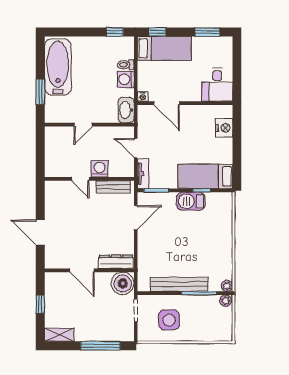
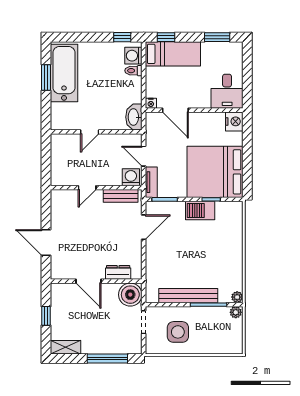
washing machine: (126, 79) -> (133, 56), moved
window: (40, 92) -> (46, 78), moved
nightstand: (224, 128) -> (234, 121), moved
washing machine: (100, 169) -> (131, 177), moved
bed: (205, 176) -> (215, 172), width x2.04
door: (80, 179) -> (87, 188), hinge flipped
dresser: (116, 262) -> (118, 272), width x0.70

